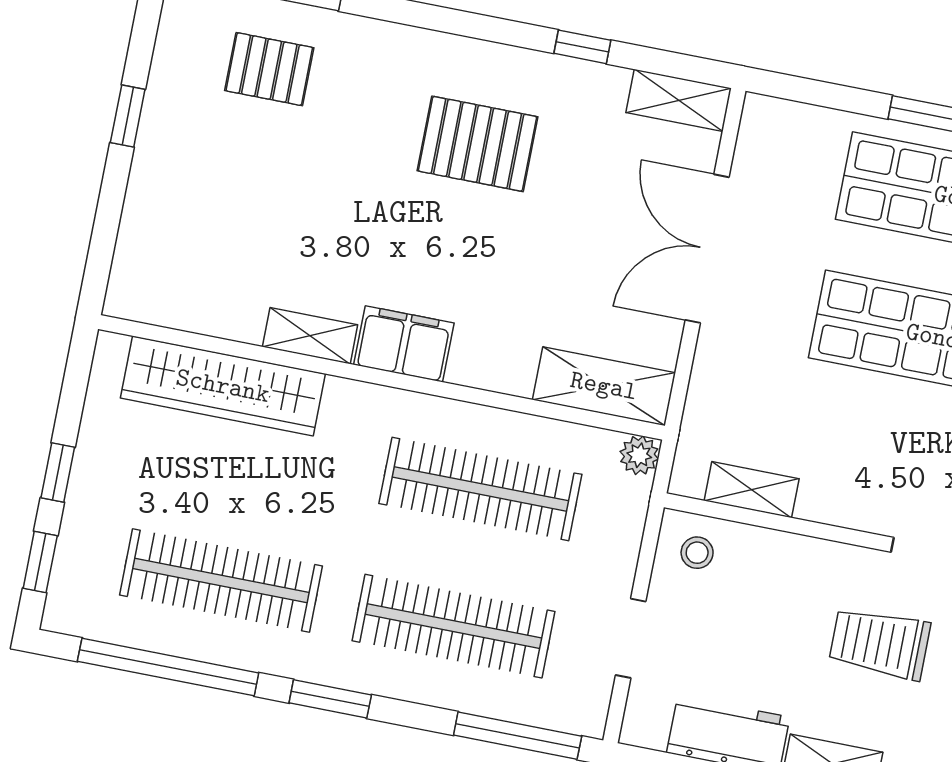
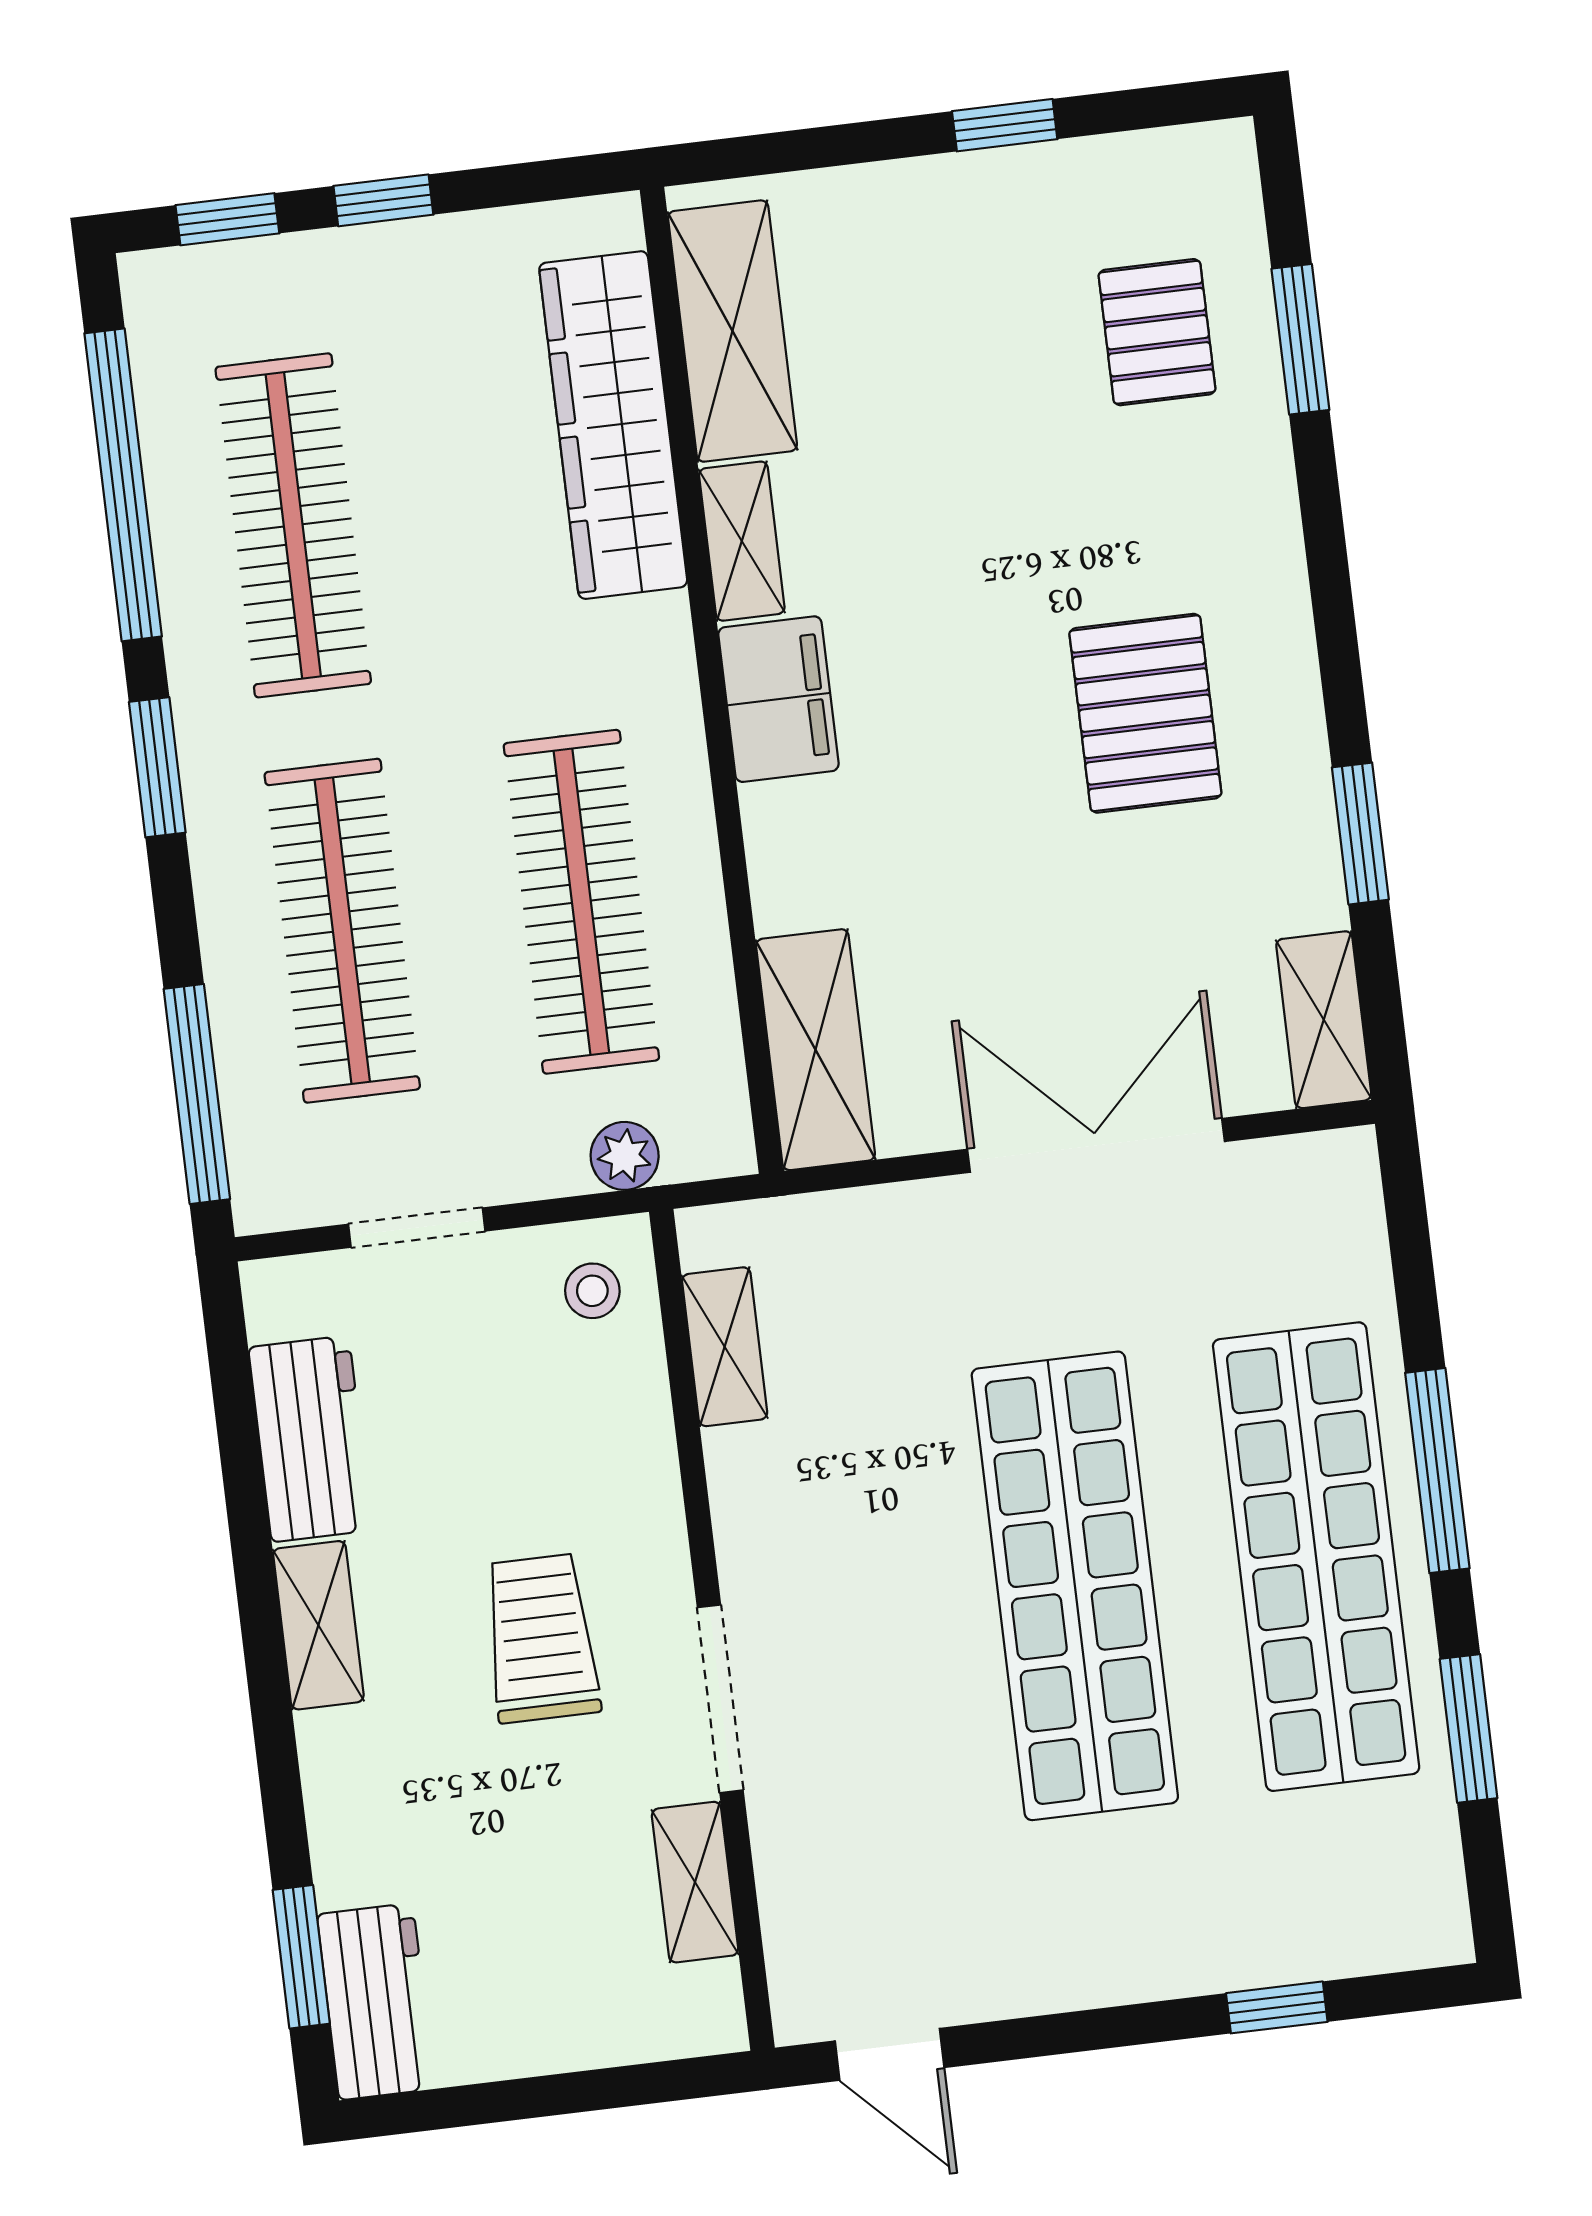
window: (582, 47) -> (1360, 834), width x1.50
shelving: (192, 303) -> (732, 331), added
plant: (639, 455) -> (625, 1156), moved

